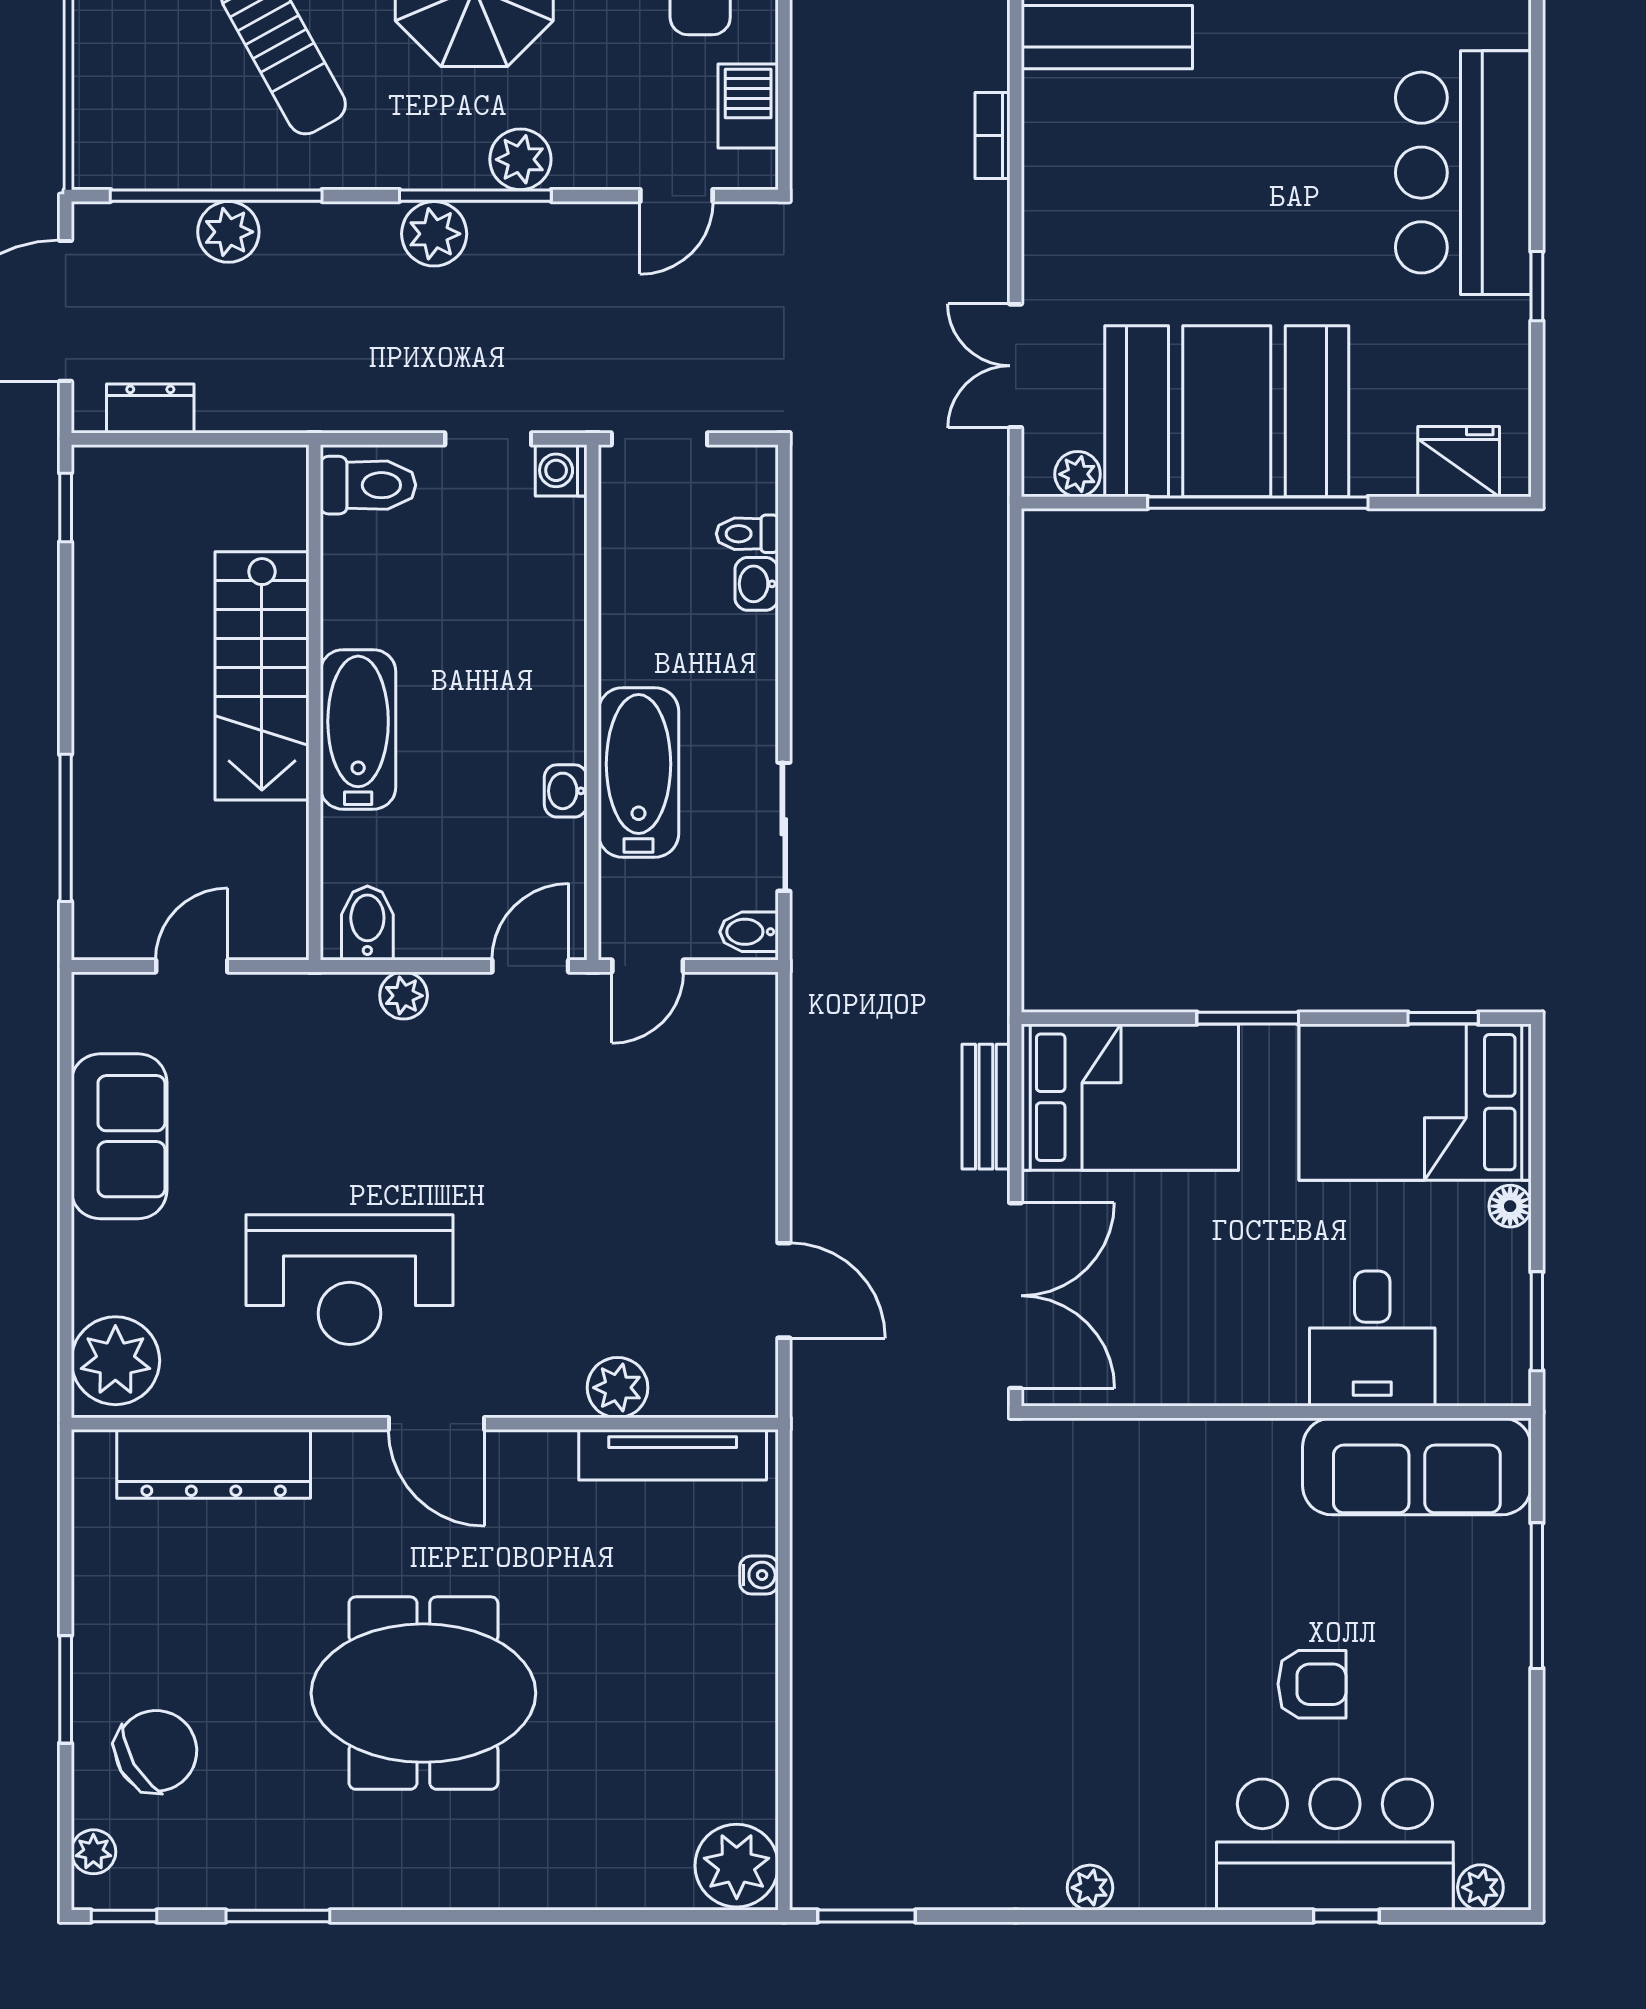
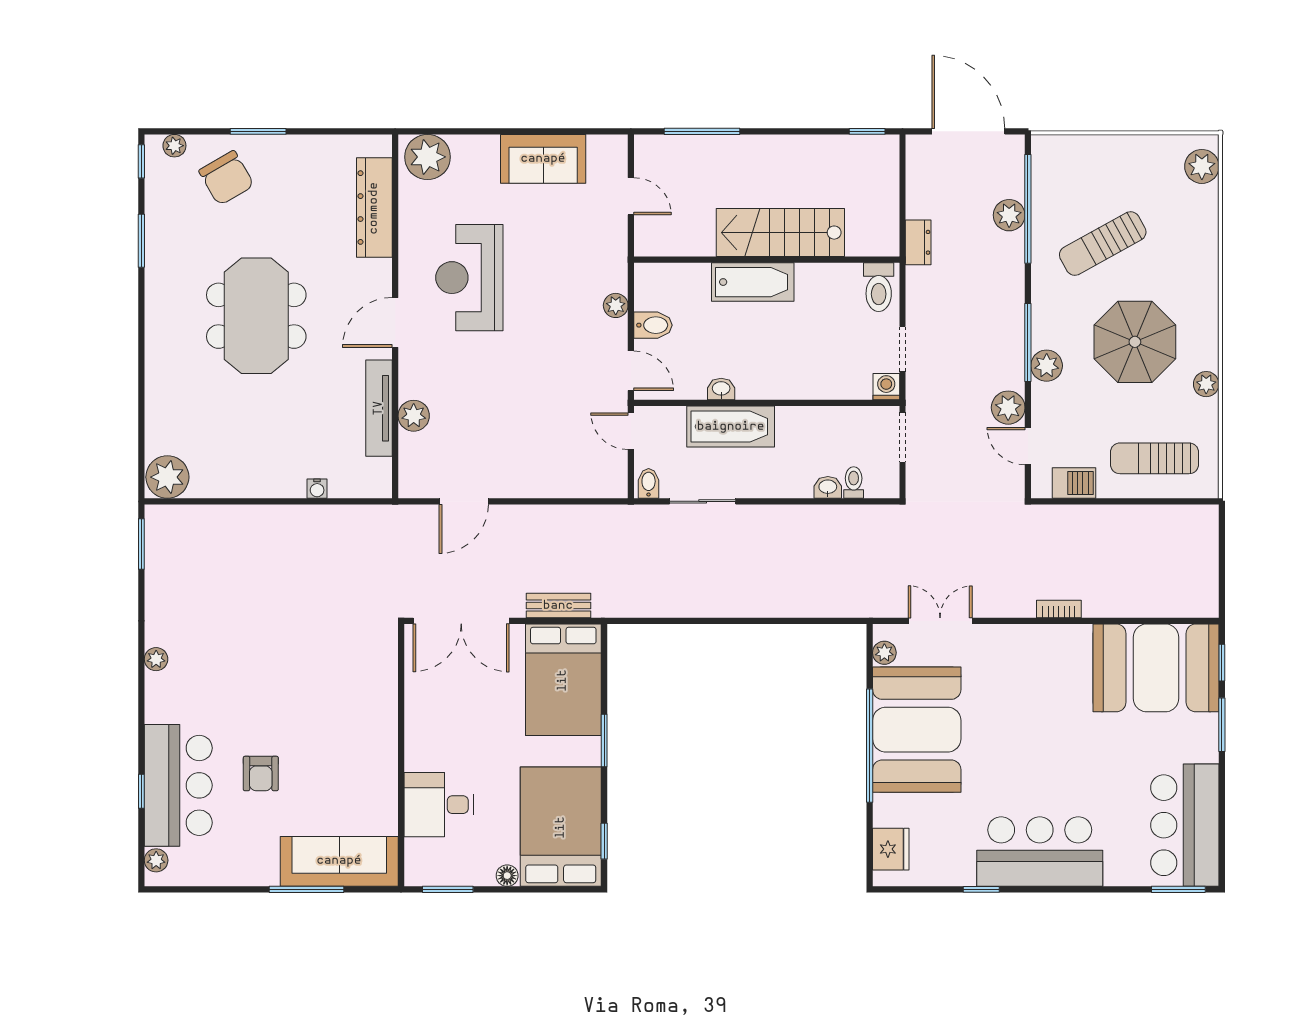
plant: (434, 234) -> (1008, 408), moved
dresser: (150, 409) -> (918, 242), moved
bidet: (367, 923) -> (653, 325), moved
tv unit: (673, 1455) -> (379, 408), moved
sofa: (1417, 1466) -> (339, 861), moved, turned 90

